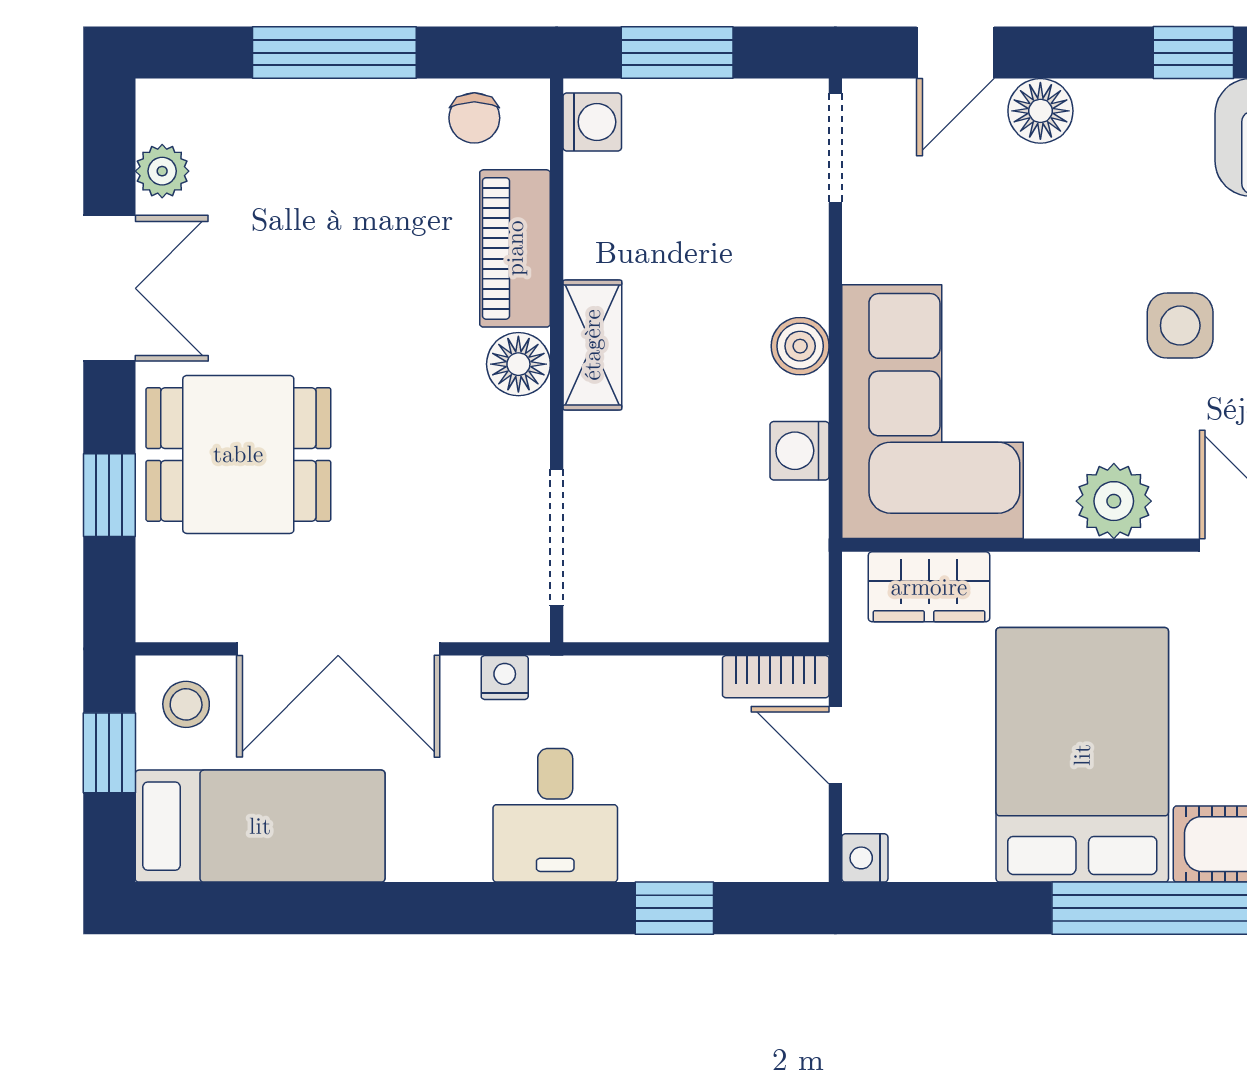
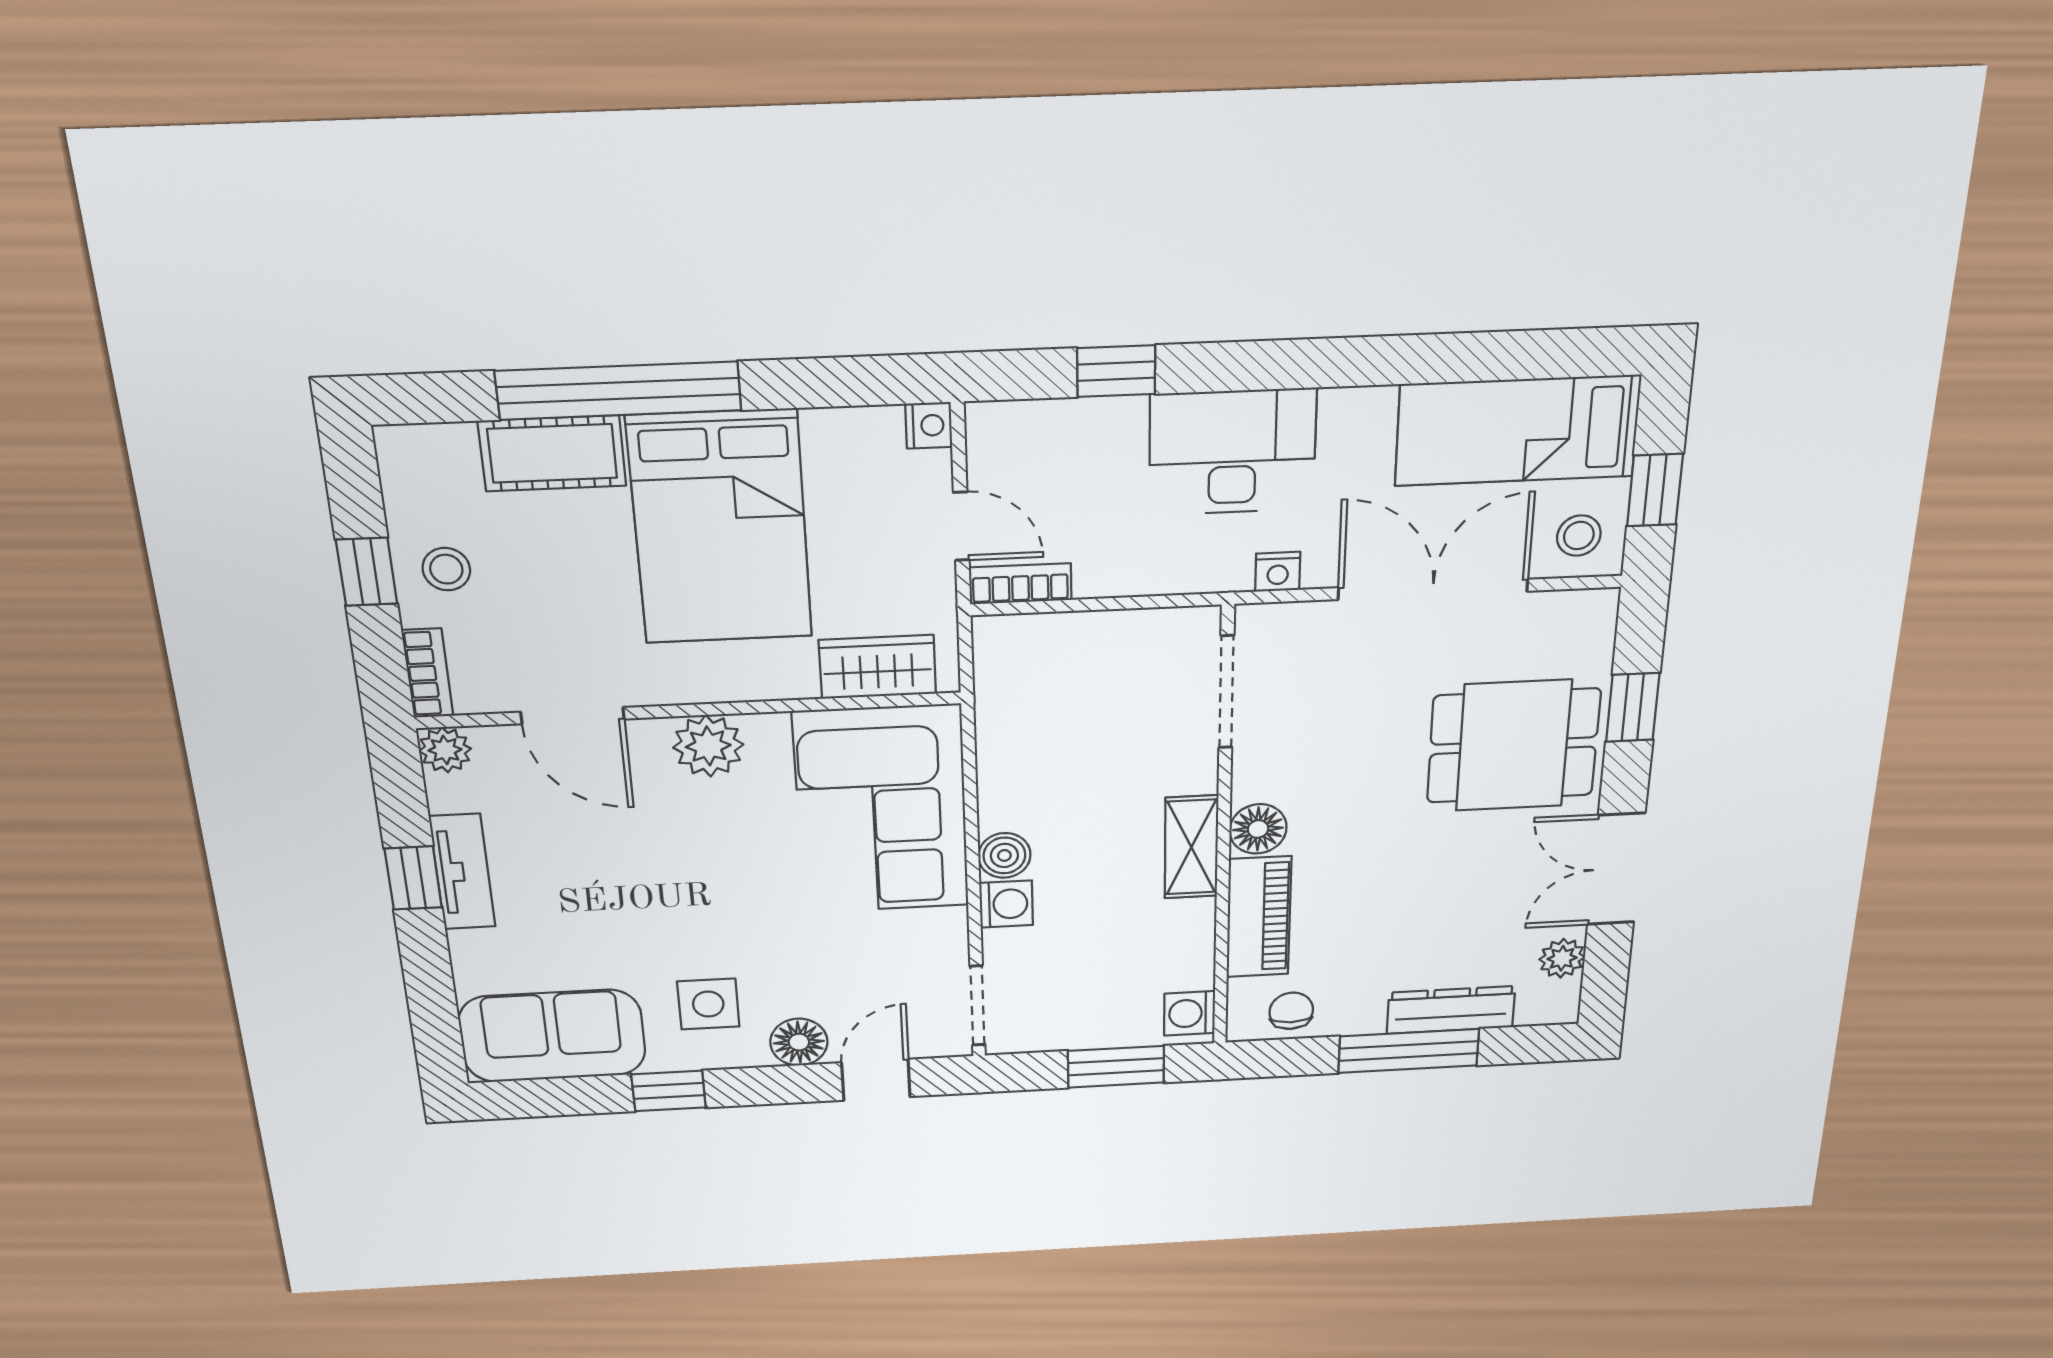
dresser: (288, 107) -> (1451, 1010), added
side table: (1180, 326) -> (708, 1004), moved
washing machine: (800, 451) -> (1006, 904), moved
desk: (555, 815) -> (1232, 452), width x1.37

